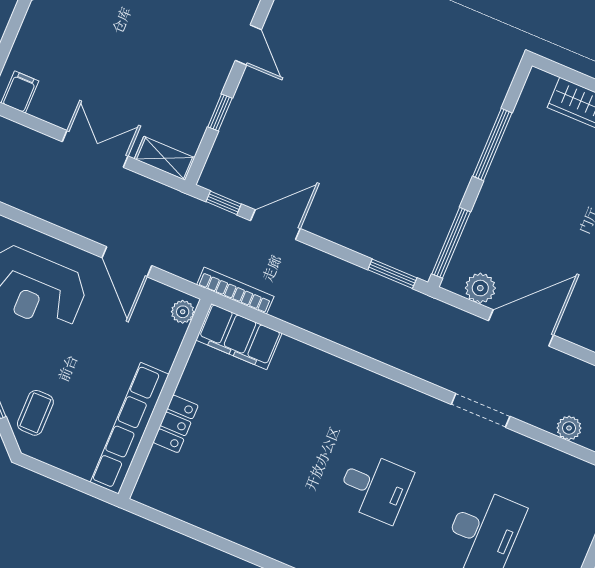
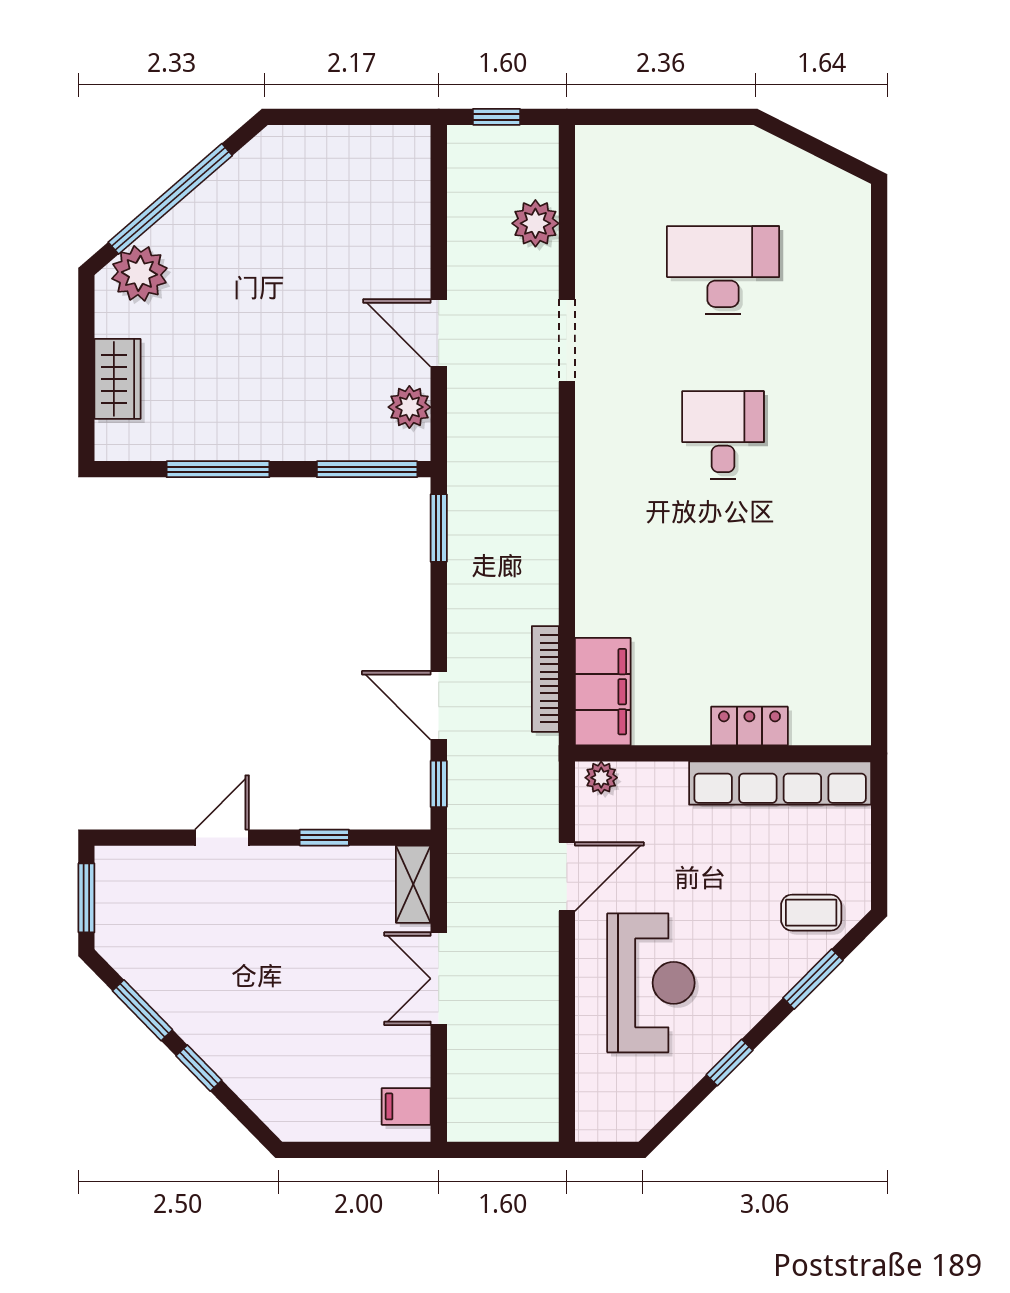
bookcase: (235, 291) -> (545, 679), moved
door: (521, 328) -> (439, 333), width x0.73
plant: (569, 428) -> (535, 223), width x1.38, depth x1.38

